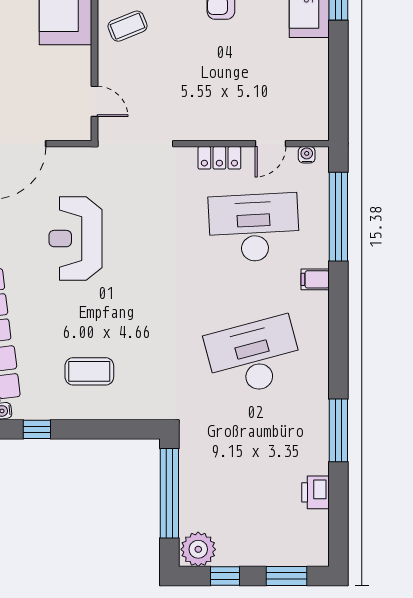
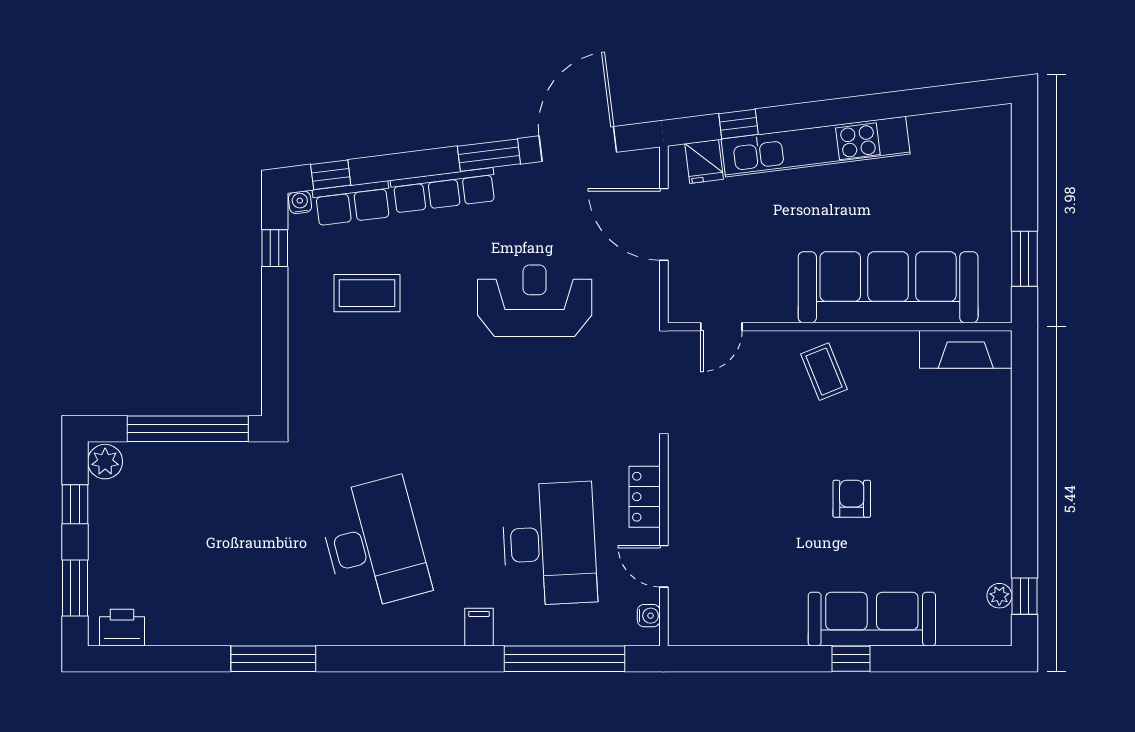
coffee table: (89, 371) -> (367, 293), moved, turned 90
printer: (315, 492) -> (122, 628), moved
plant: (198, 549) -> (105, 462), width x0.73, depth x0.73

